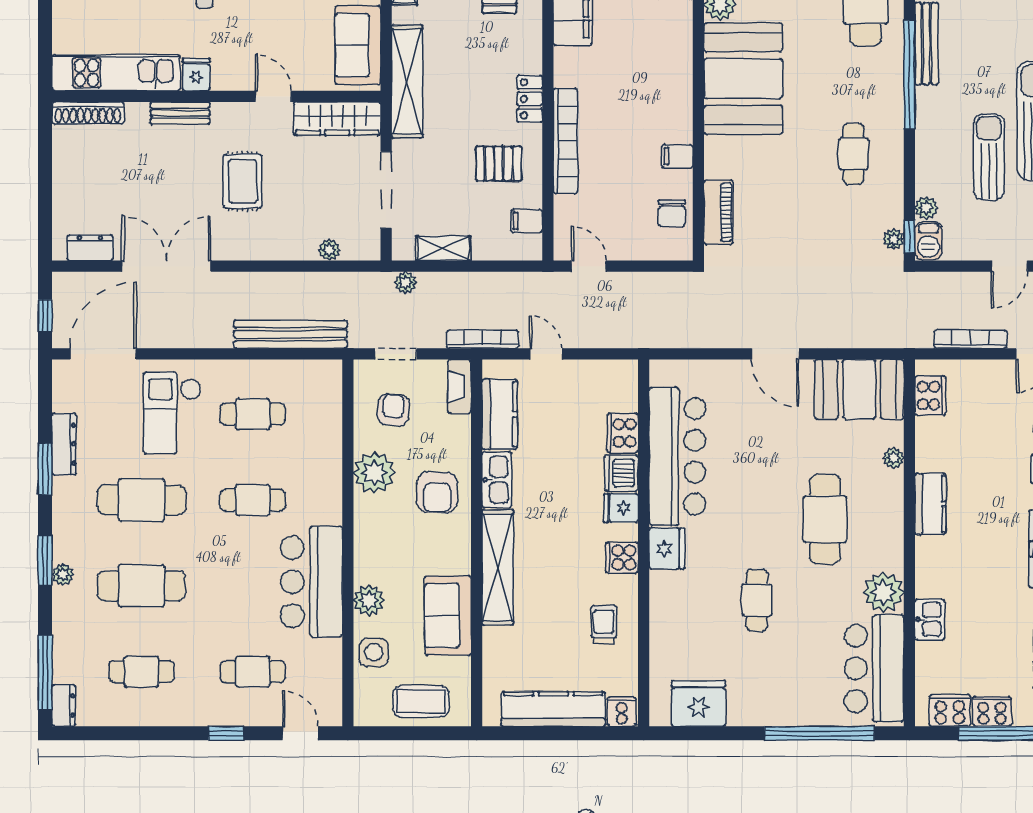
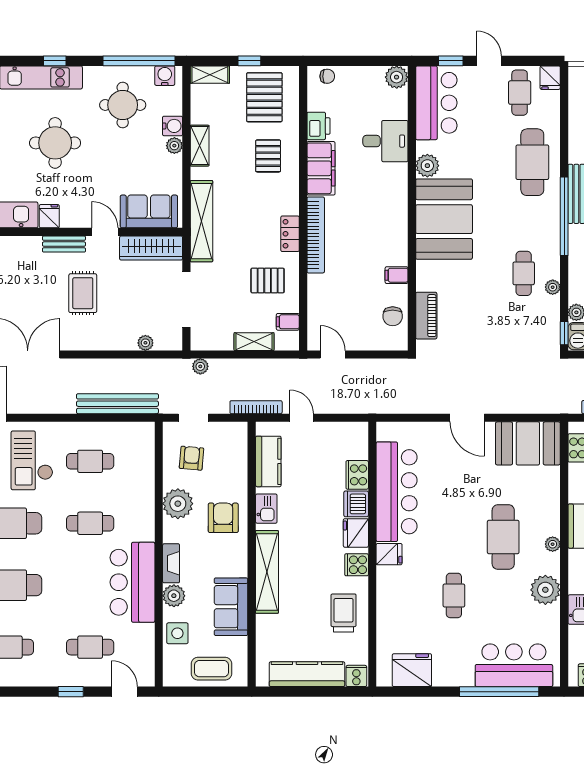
sofa: (358, 45) -> (149, 211), moved, turned 90
bench: (180, 113) -> (64, 244), moved
bookcase: (565, 141) -> (316, 235), moved
plant: (894, 239) -> (553, 287), moved
shelving: (443, 248) -> (254, 342), moved
fireplace: (459, 387) -> (171, 563), moved, turned 180
plant: (893, 458) -> (553, 544), moved
kitchen sink: (497, 480) -> (266, 509), width x0.73
armchair: (437, 492) -> (223, 518), turned 180
fridge: (621, 508) -> (356, 533), width x1.38
fridge: (667, 548) -> (389, 554), width x0.72
trolley: (604, 624) -> (344, 613), width x1.36, depth x1.39
bar counter: (874, 668) -> (514, 665), moved, turned 90

